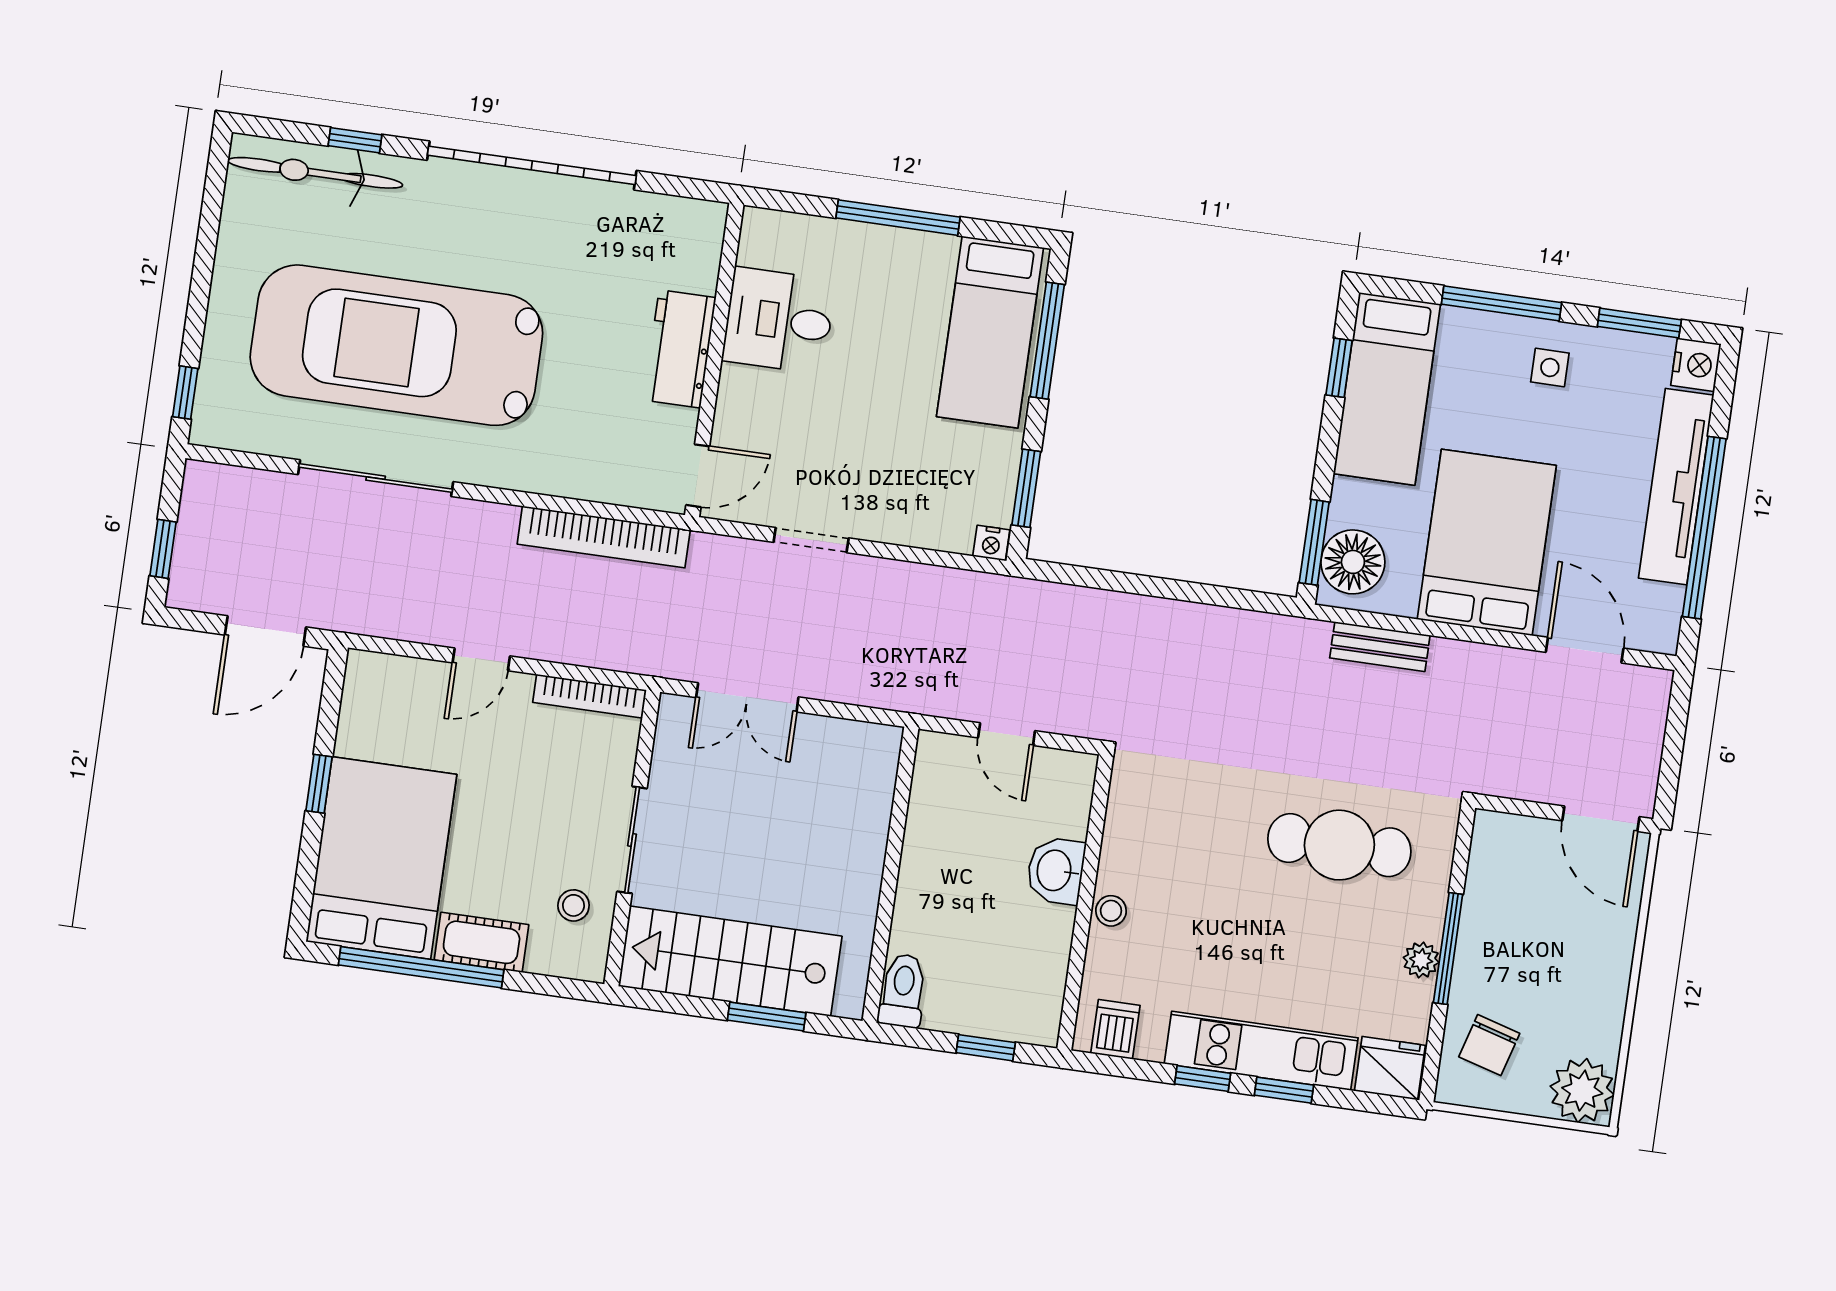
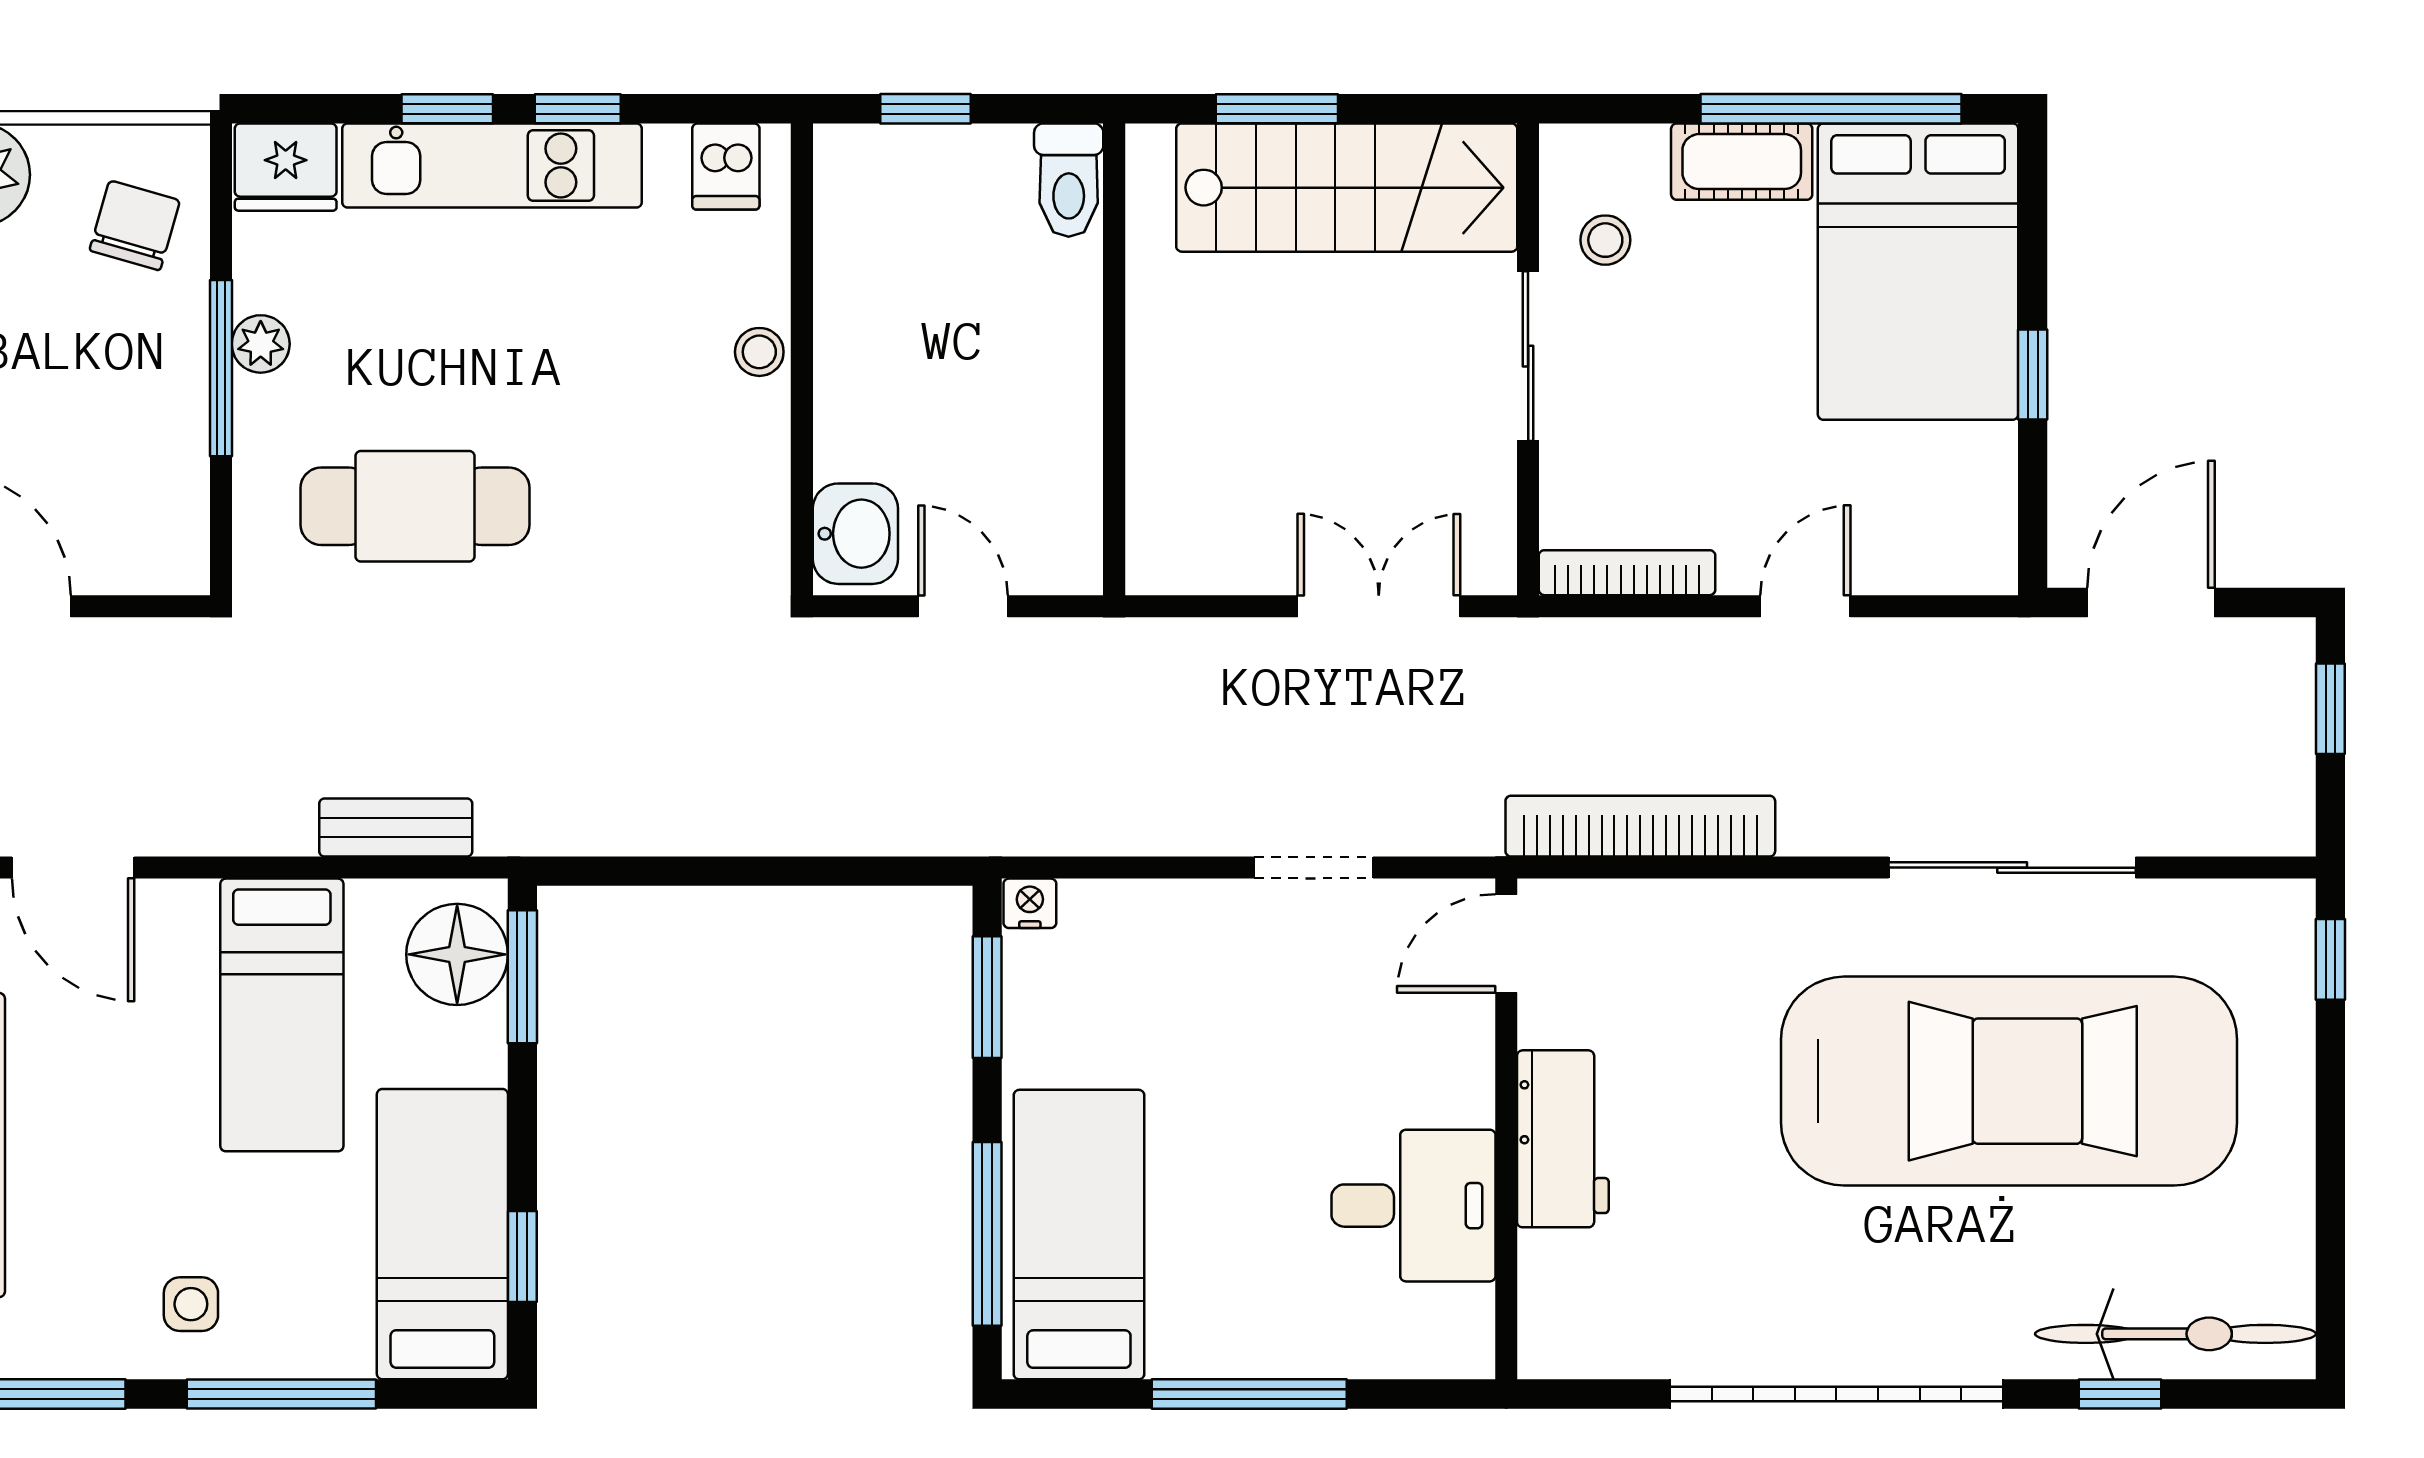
bed: (1487, 542) -> (282, 1015), width x0.67
washbasin: (1056, 871) -> (855, 534), moved

